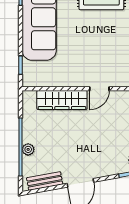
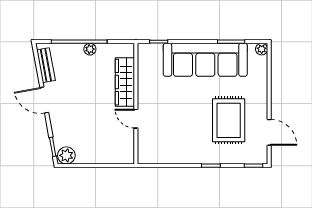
plant: (28, 149) -> (90, 49), moved

